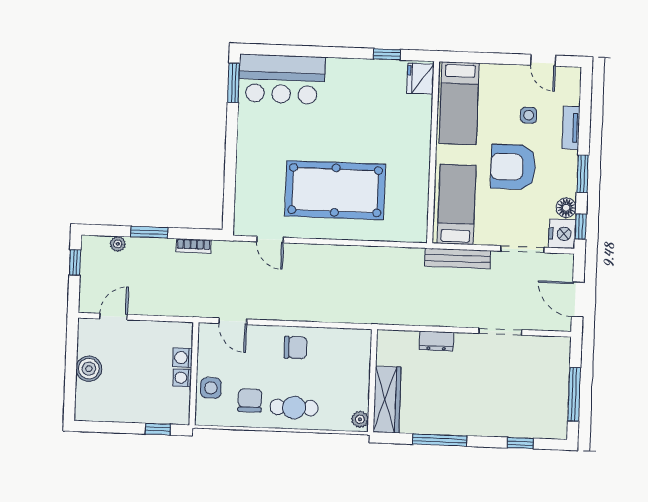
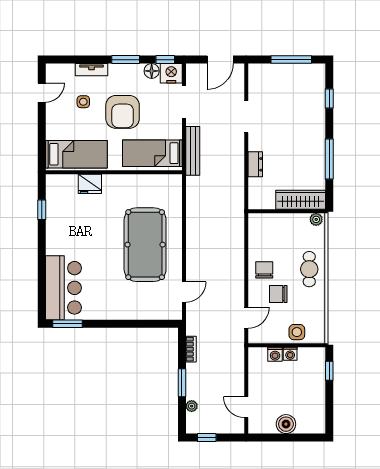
fridge: (420, 79) -> (90, 184), moved
chair: (250, 400) -> (278, 294), moved

